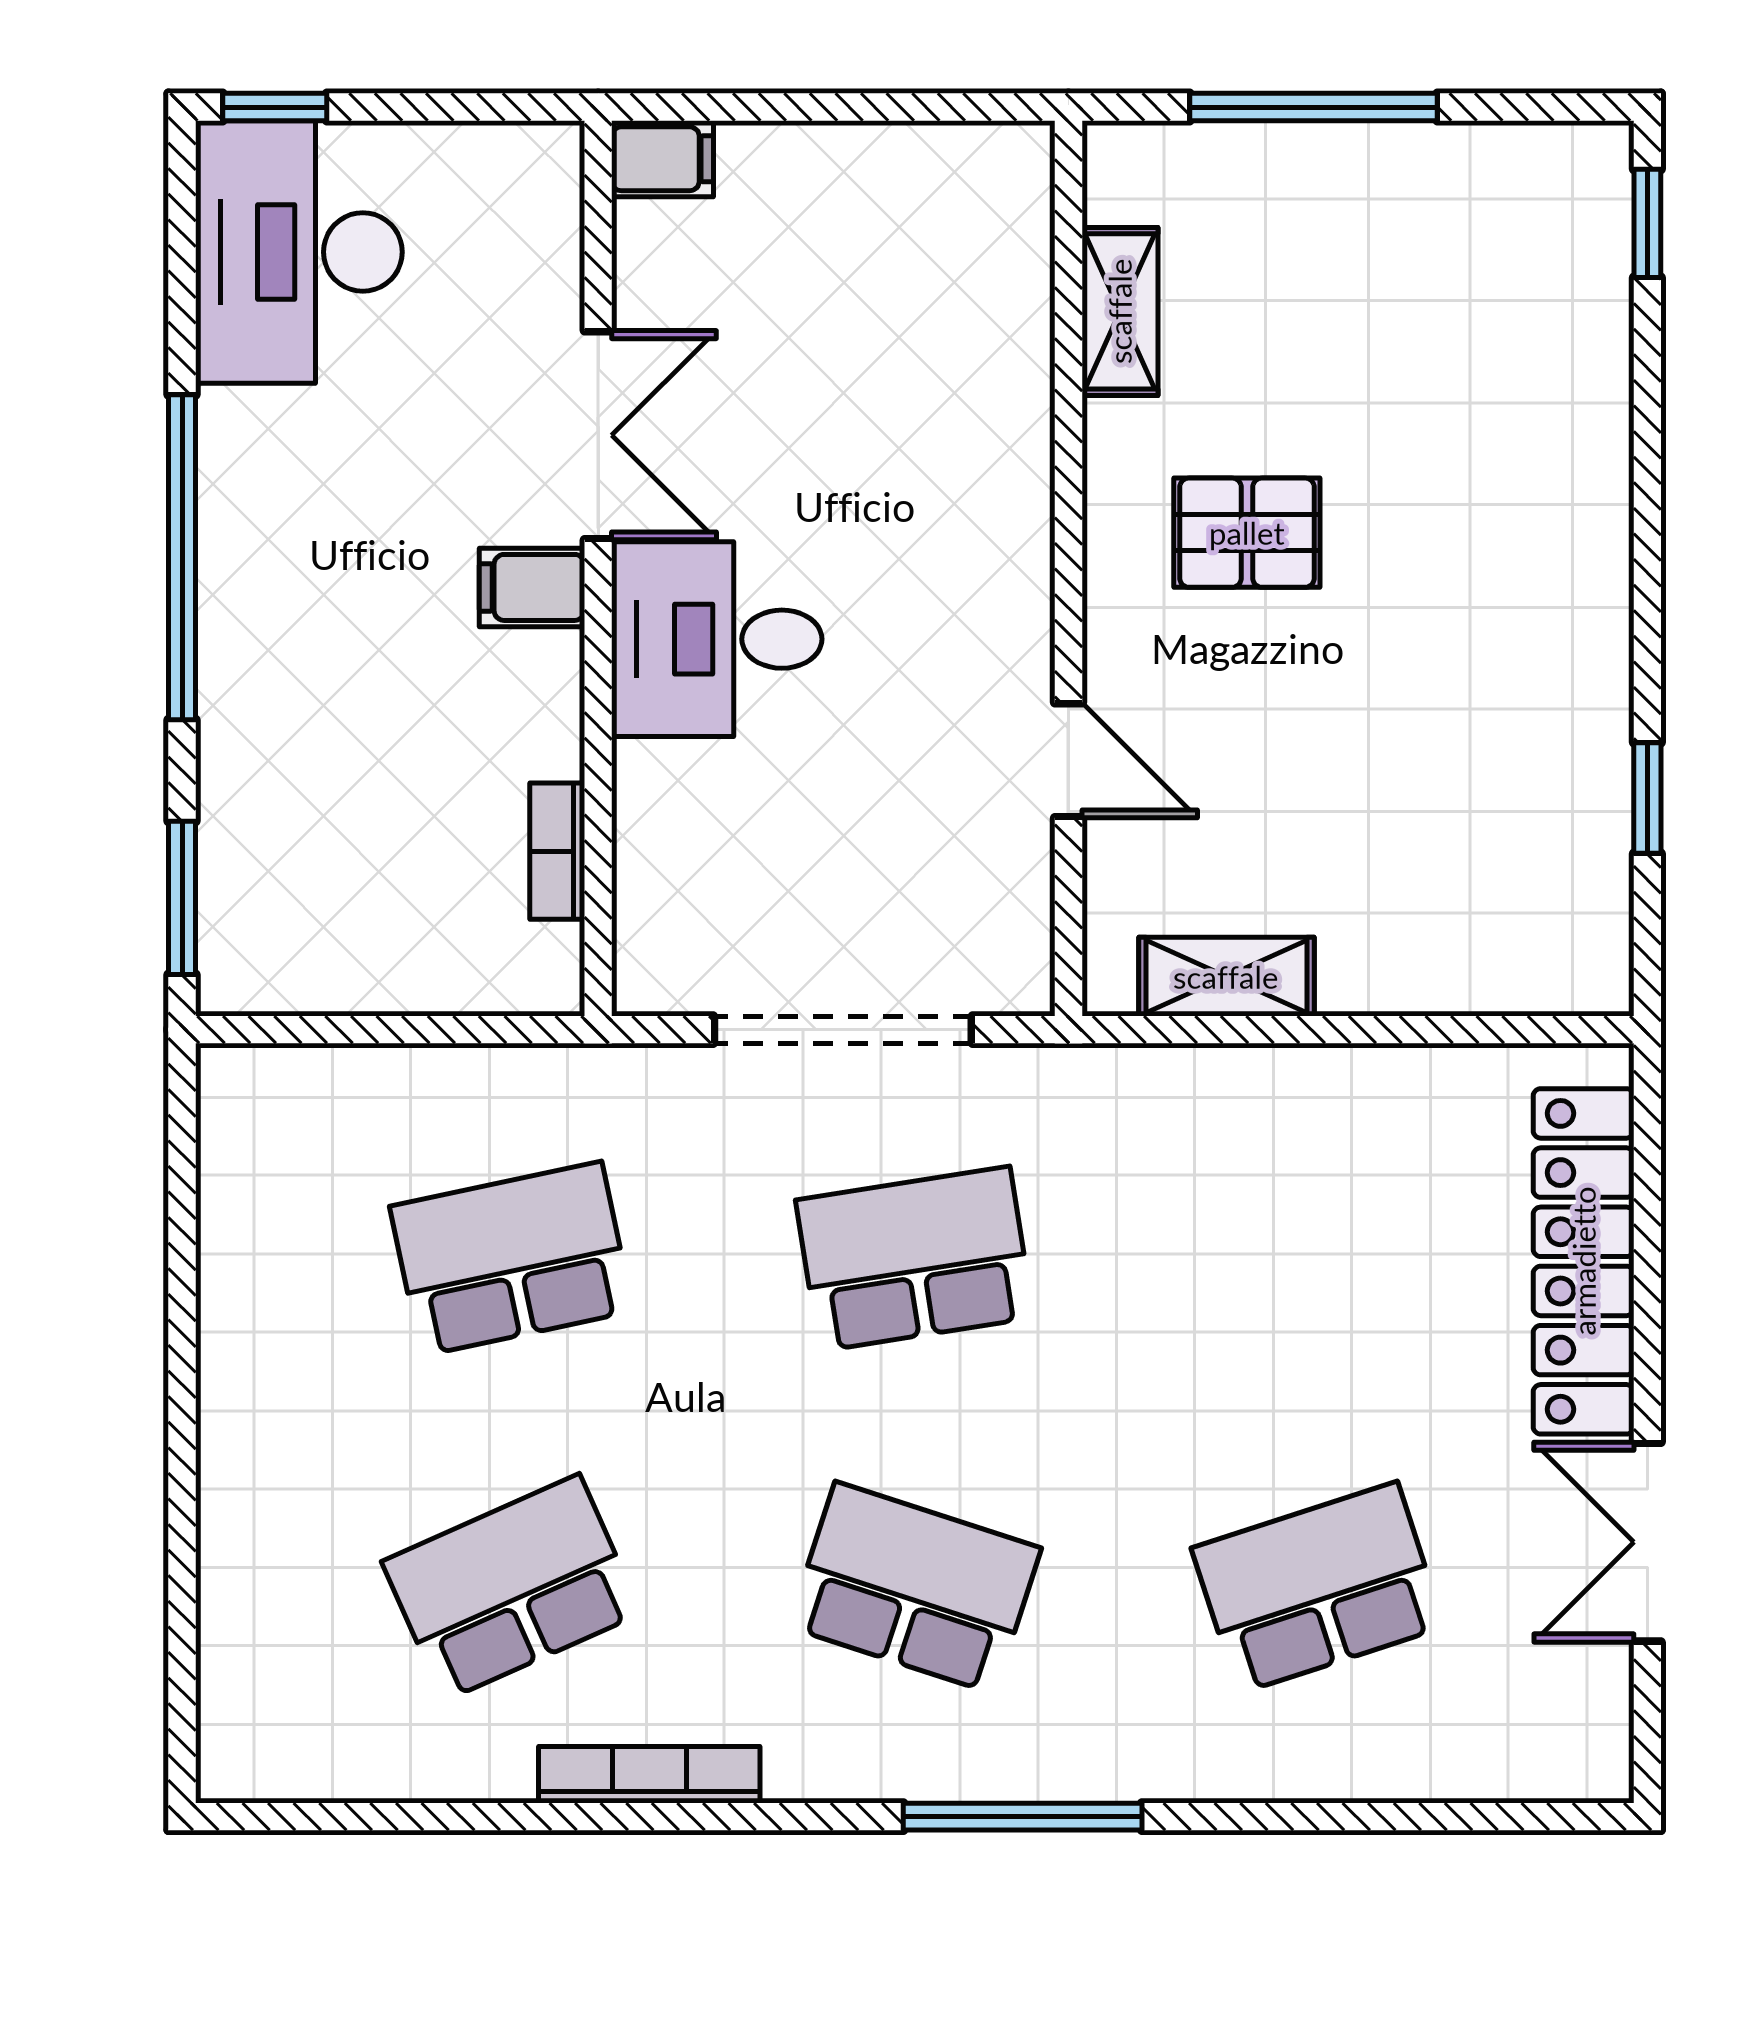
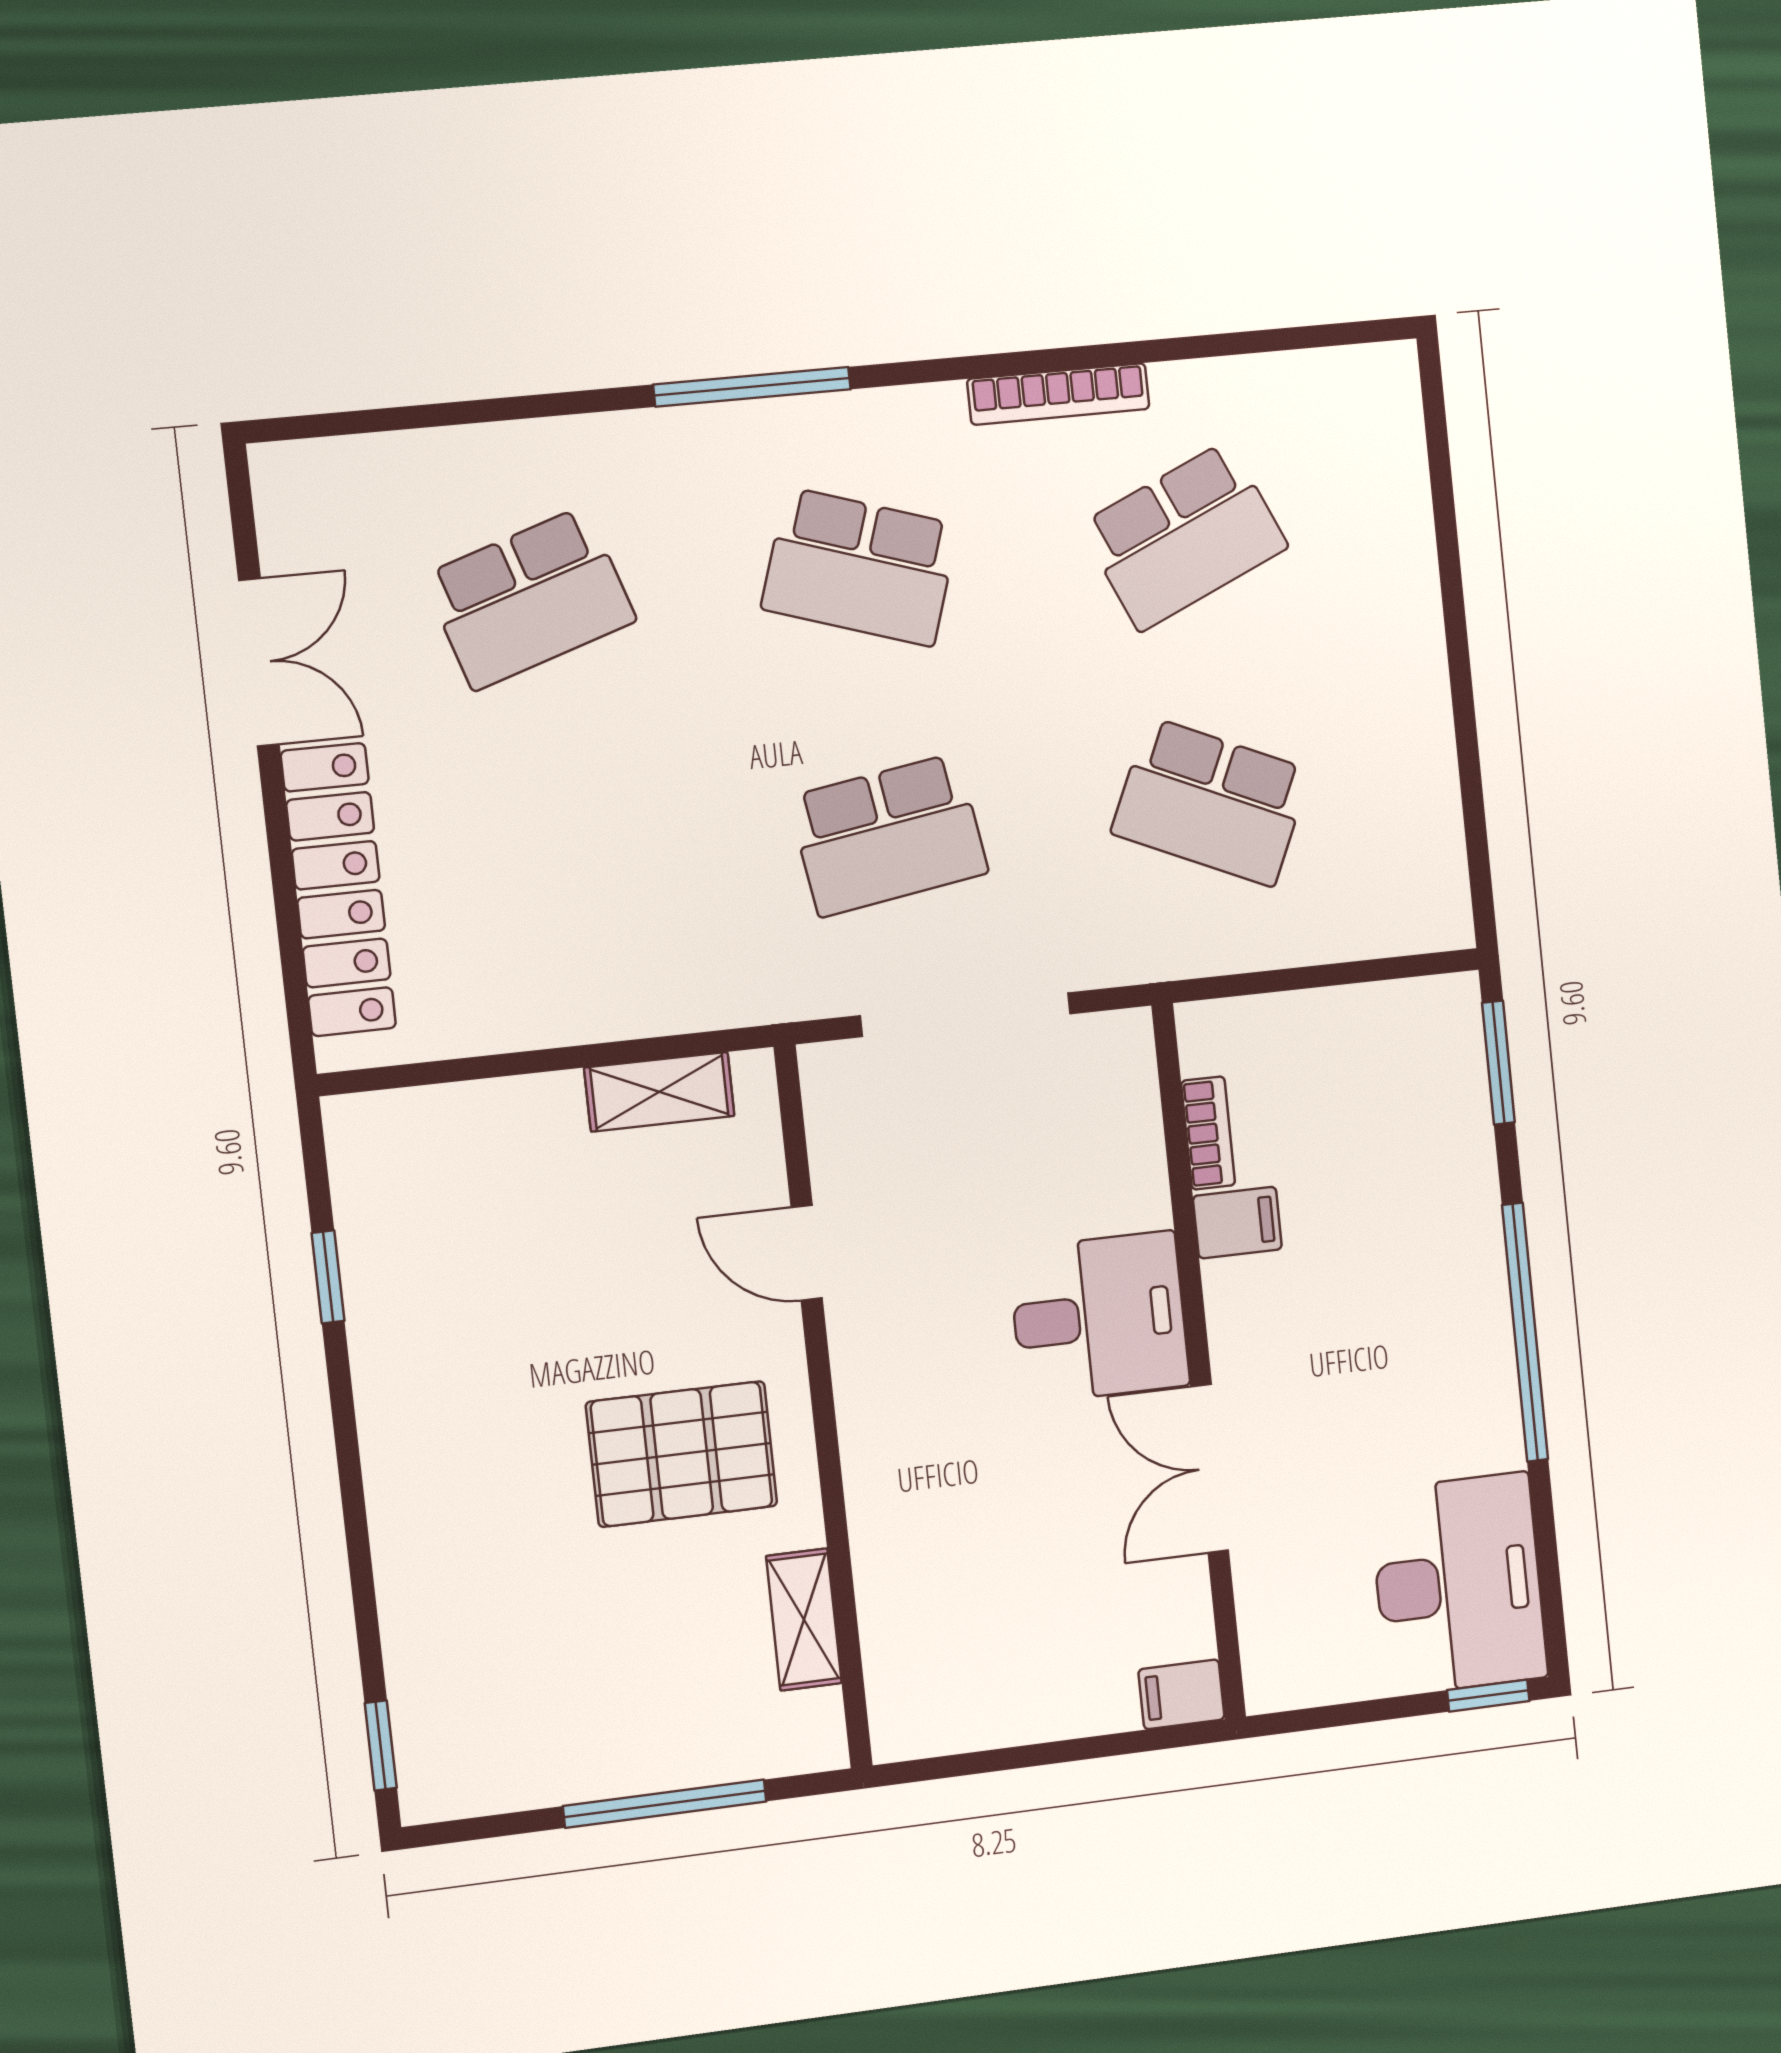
pallet: (1247, 533) -> (682, 1454), width x1.50, depth x1.42
filing cabinet: (532, 587) -> (1237, 1223), moved
school desk: (511, 1259) -> (1211, 802), turned 36

